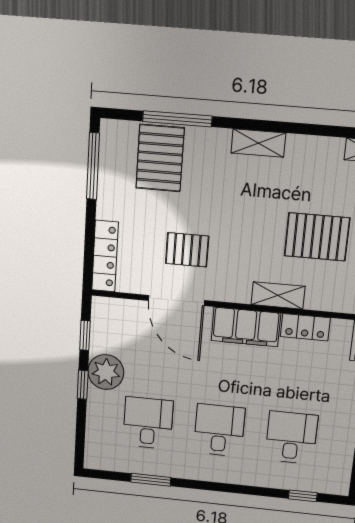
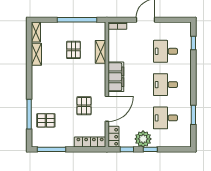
shelving: (258, 143) -> (36, 54), moved
pallet: (160, 158) -> (46, 120), width x0.67, depth x0.71
pallet: (317, 237) -> (73, 50), width x0.67, depth x0.71
shelving: (278, 295) -> (100, 52), moved
locker: (305, 327) -> (114, 137), moved

